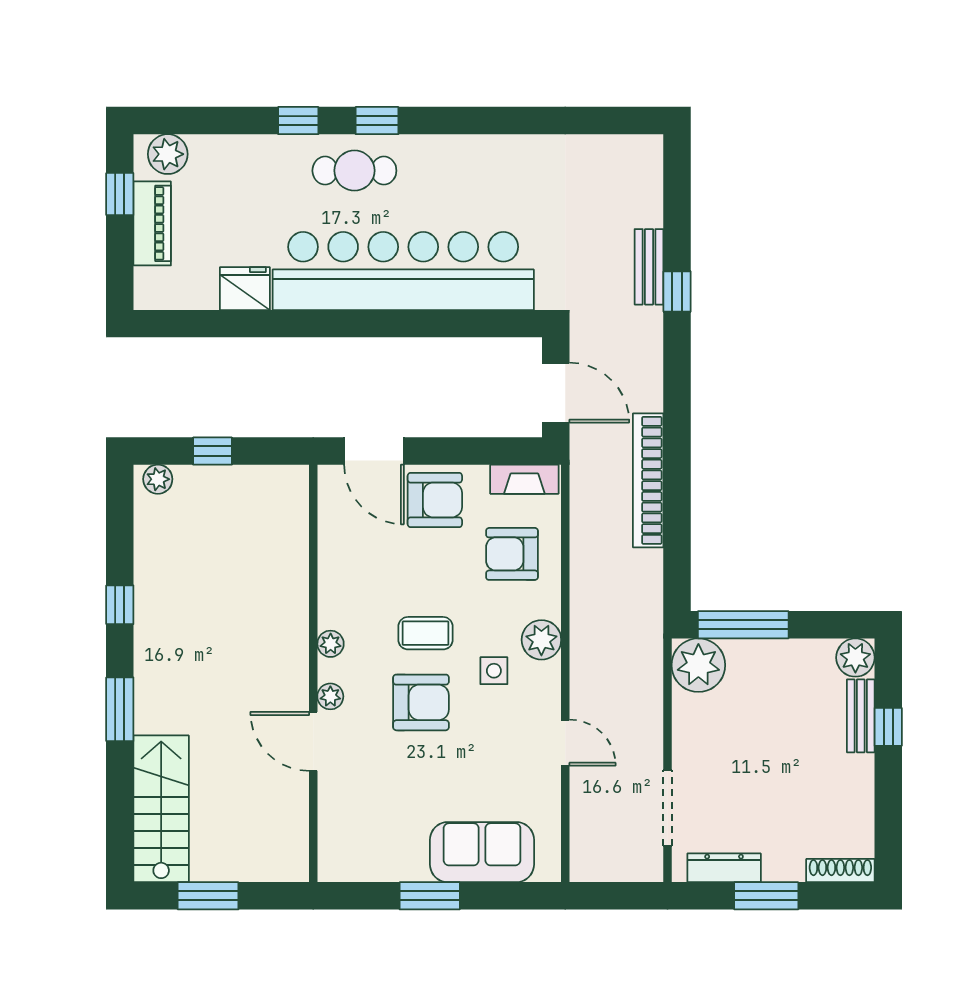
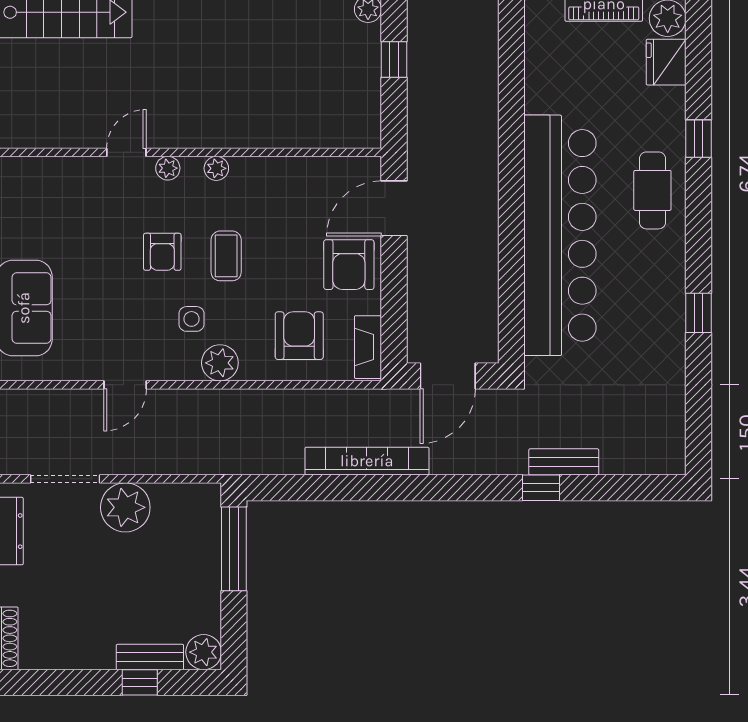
window: (377, 121) -> (699, 313), moved
fridge: (245, 289) -> (666, 62), moved, turned 180
plant: (698, 665) -> (125, 507), moved
armchair: (421, 702) -> (162, 252), width x0.72, depth x0.72
door: (313, 741) -> (126, 152), width x0.73

